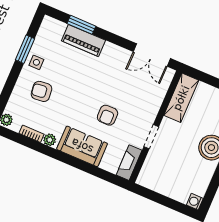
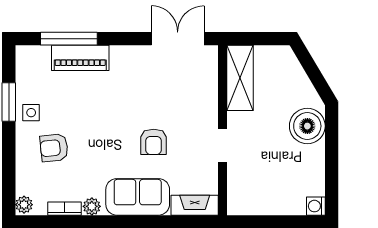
window: (81, 25) -> (69, 39), width x1.44
double door: (152, 55) -> (178, 39), swing flipped
fireplace: (129, 163) -> (195, 205), moved, turned 90

